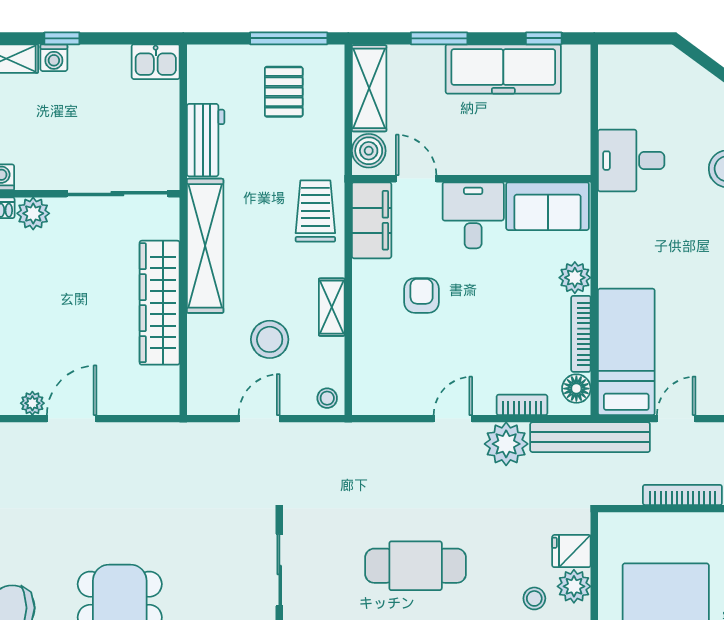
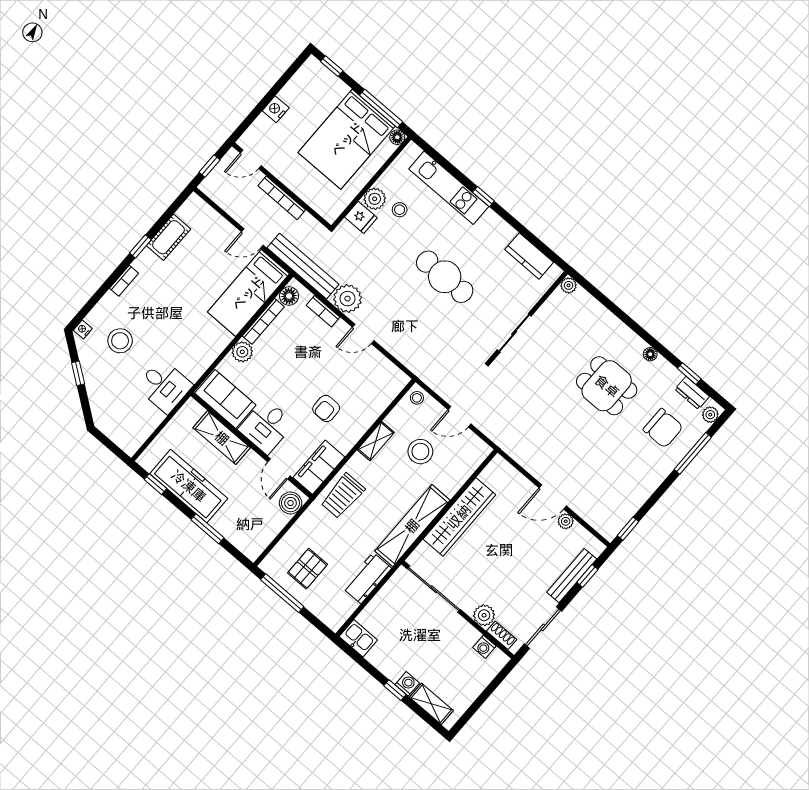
shelving: (369, 88) -> (222, 438), moved, turned 90

